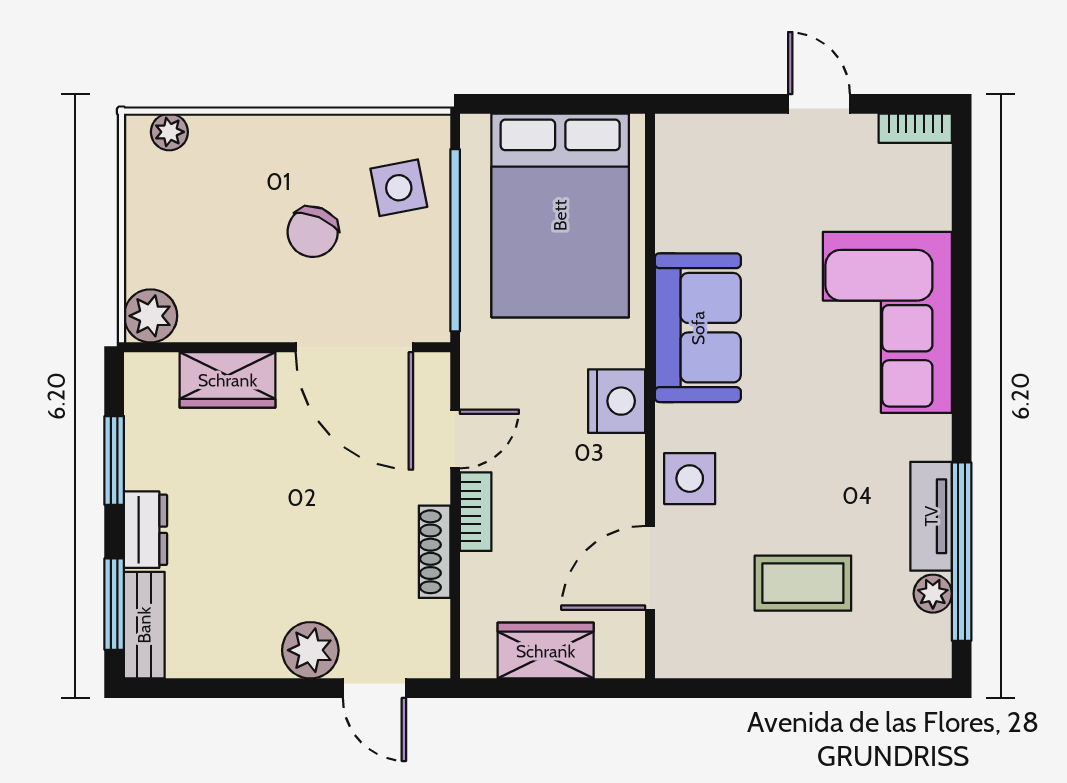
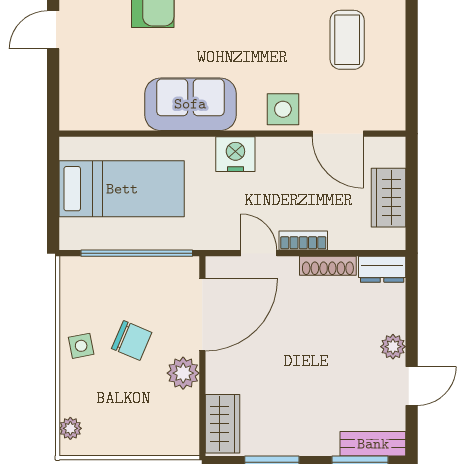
side table: (399, 188) -> (81, 346), moved, width x0.73, depth x0.73
bed: (560, 215) -> (122, 189), width x0.67
plant: (151, 316) -> (183, 373), moved
wardrobe: (228, 380) -> (222, 424), moved
dresser: (146, 530) -> (382, 269), moved, turned 180
plant: (310, 650) -> (393, 347), width x0.73, depth x0.73
door: (374, 688) -> (412, 386), moved

